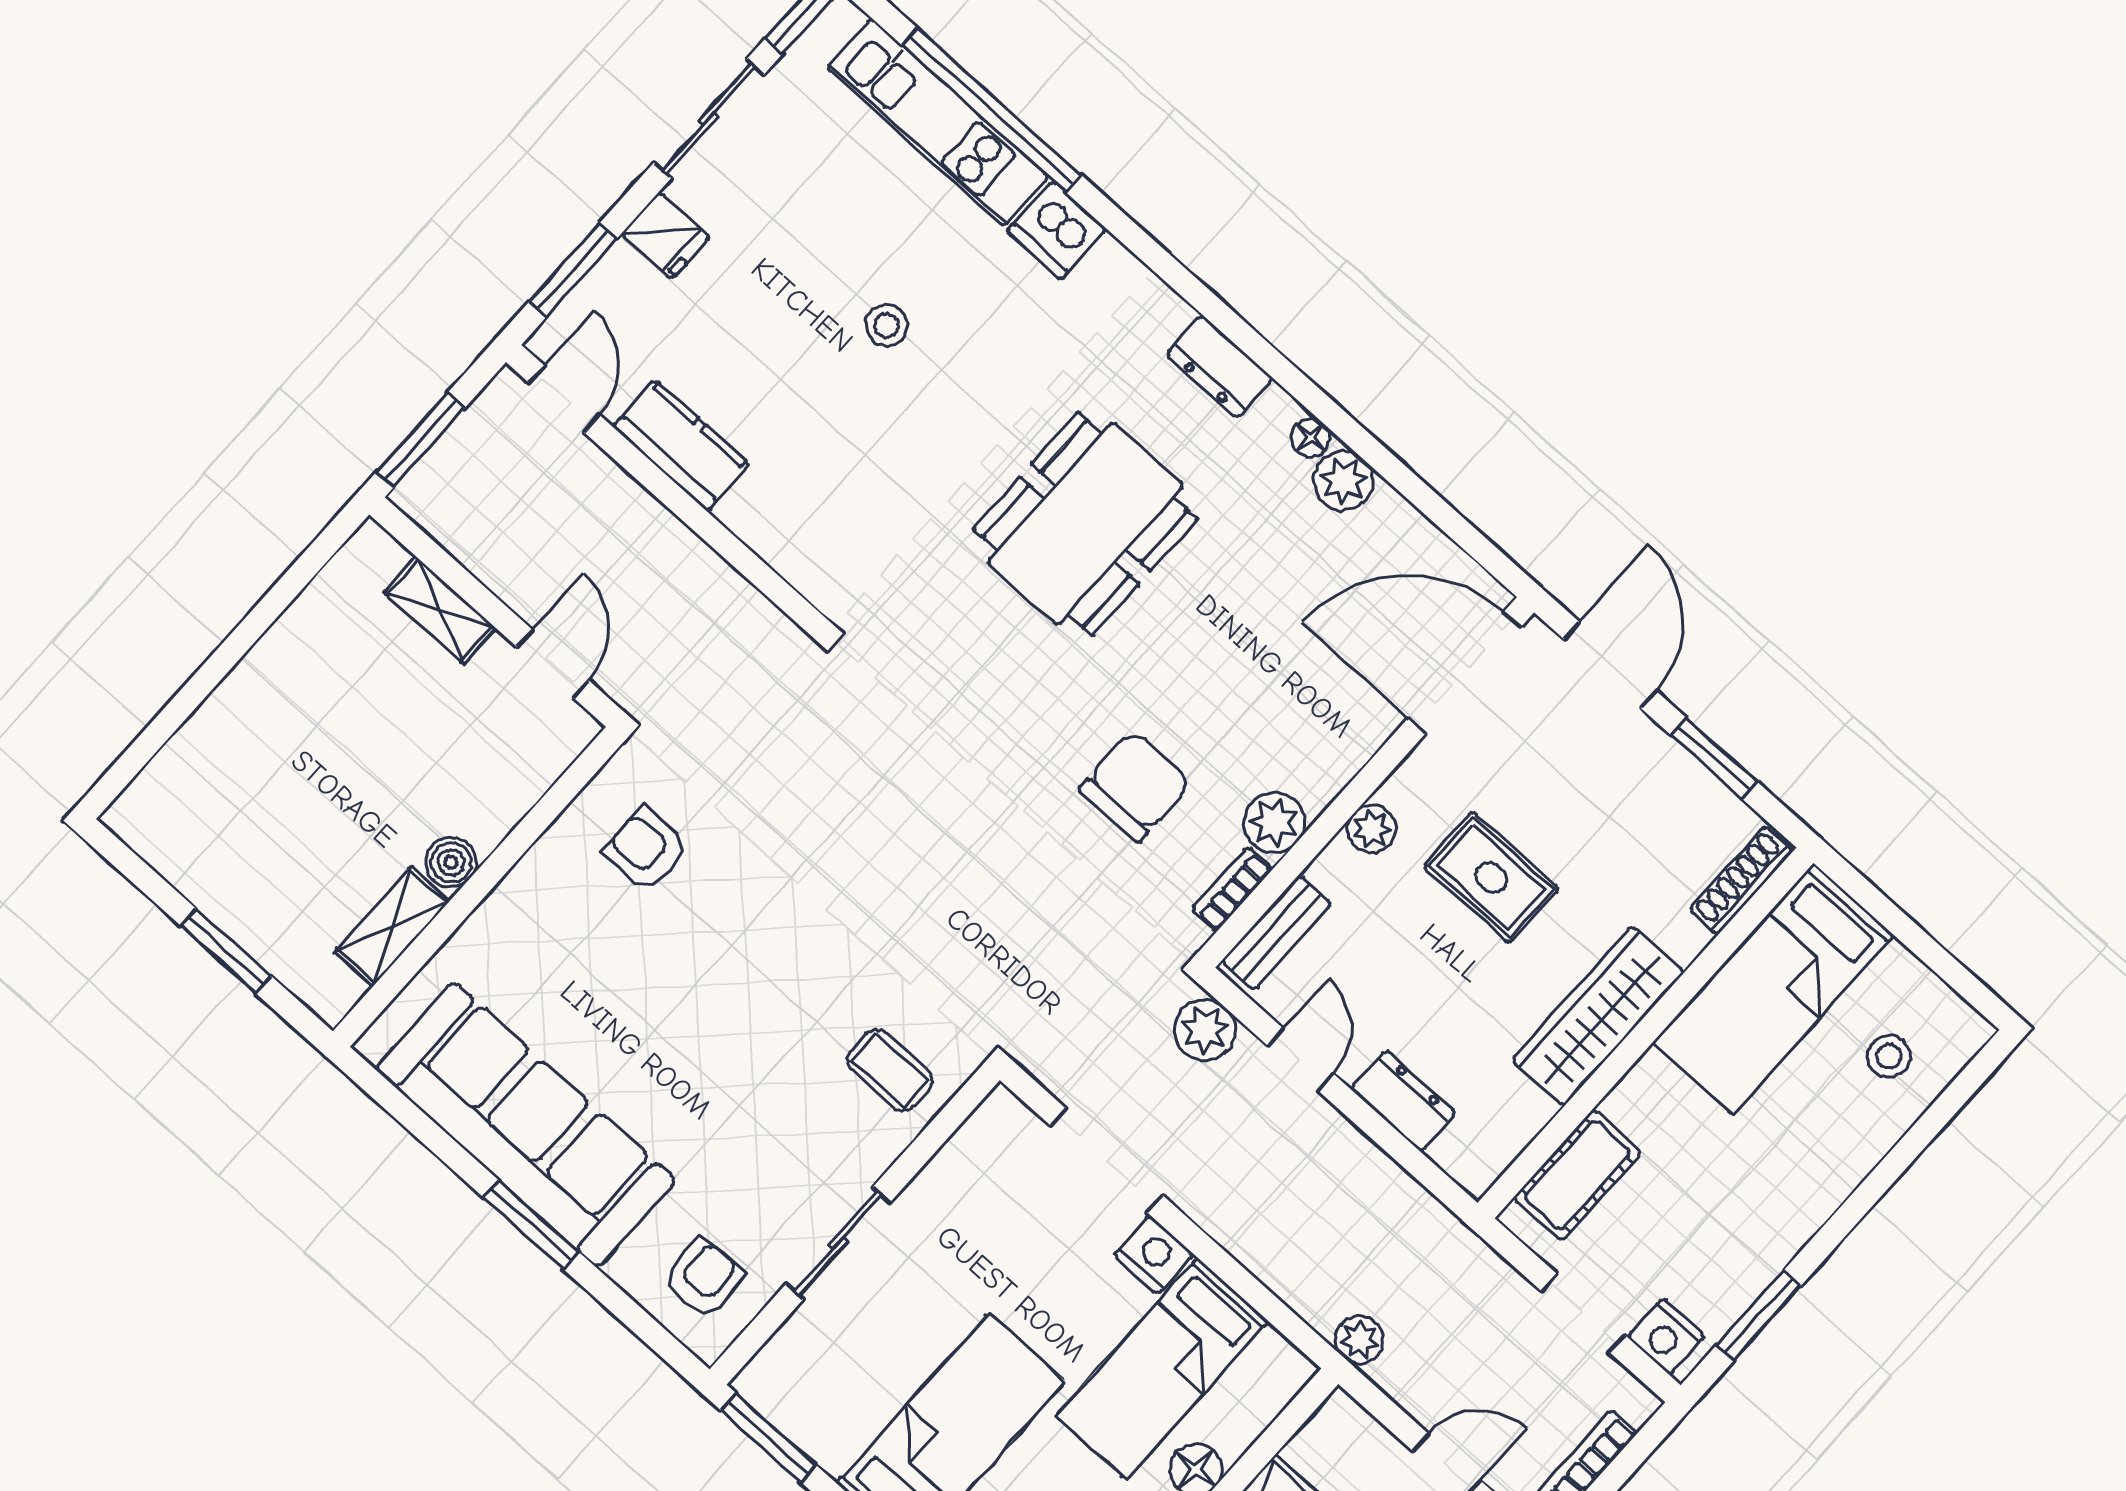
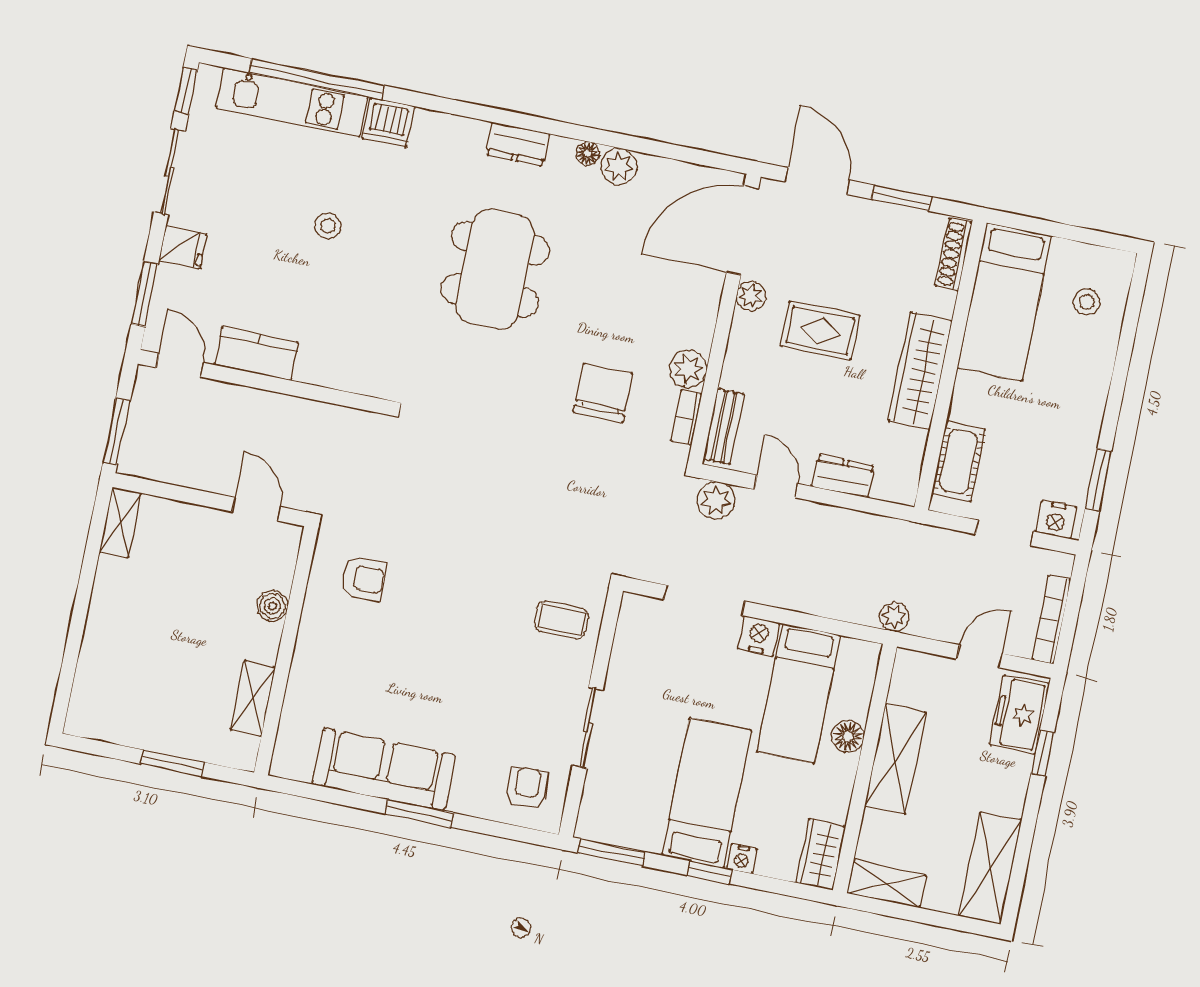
shelving: (440, 610) -> (120, 522), moved, turned 90
plant: (1372, 829) -> (751, 296), moved
armchair: (646, 849) -> (364, 579), turned 180
boiler: (451, 862) -> (272, 606), moved
sofa: (526, 1124) -> (384, 769), width x0.74, depth x0.79

